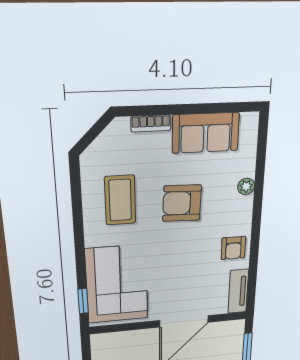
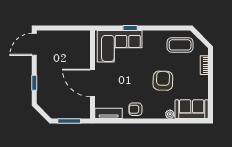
sofa: (206, 133) -> (192, 109), moved, turned 90
coffee table: (120, 200) -> (180, 45), moved
window: (83, 301) -> (130, 28), moved

